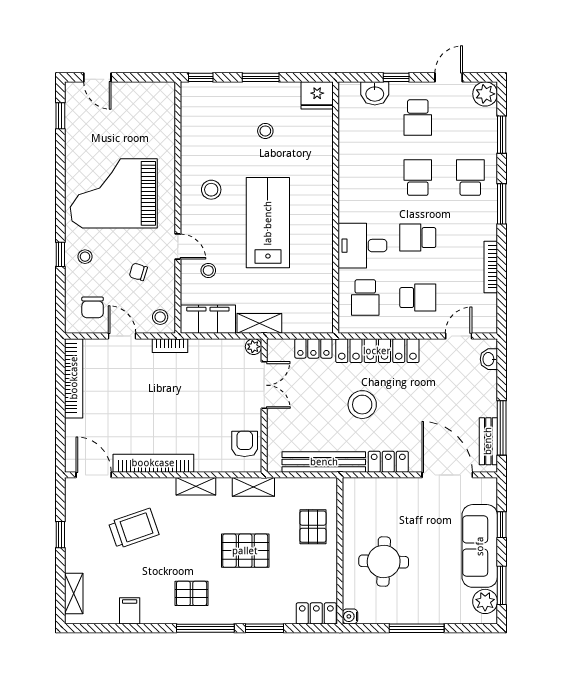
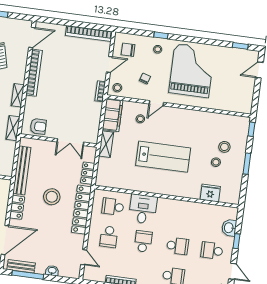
fridge: (317, 95) -> (210, 193), moved, turned 90
stool: (211, 190) -> (224, 147), moved
plant: (254, 347) -> (93, 139), removed
washbasin: (489, 359) -> (52, 271), moved

